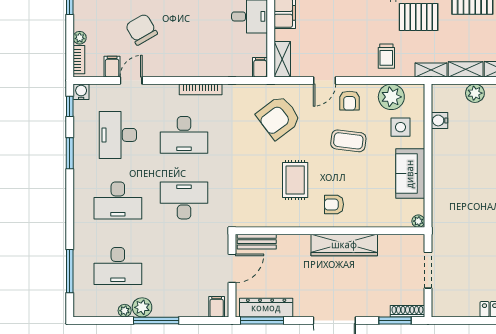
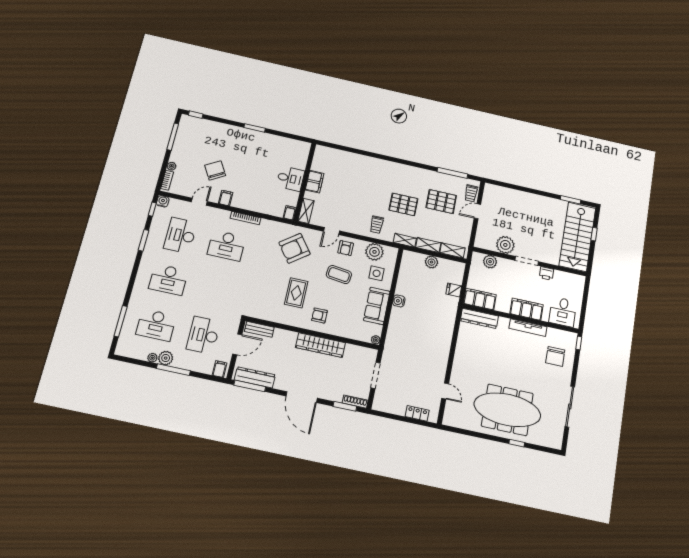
filing cabinet: (112, 67) -> (226, 198), moved
water cooler: (439, 120) -> (399, 301), moved
desk: (184, 200) -> (203, 335), moved, turned -90

